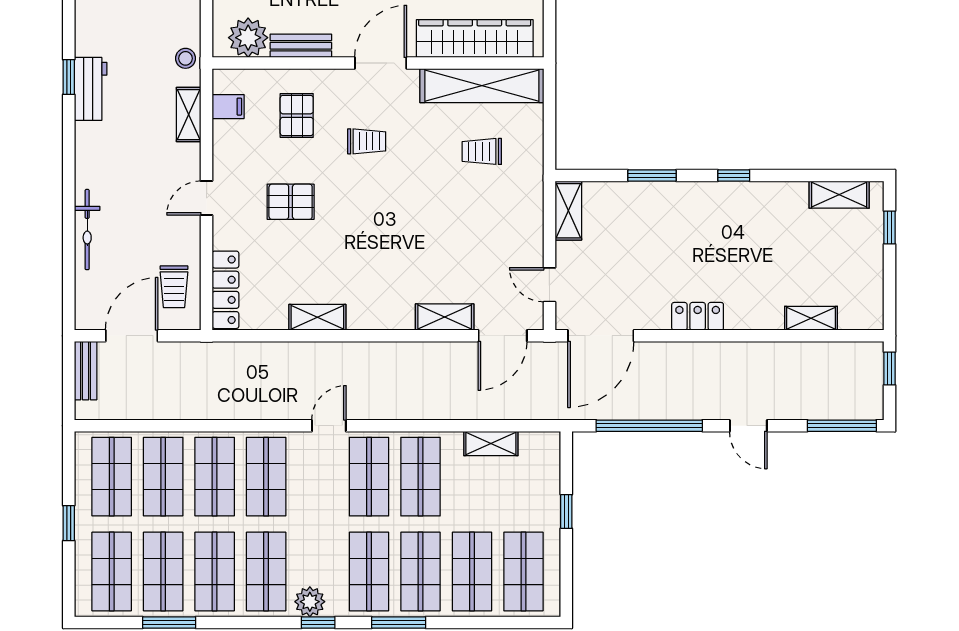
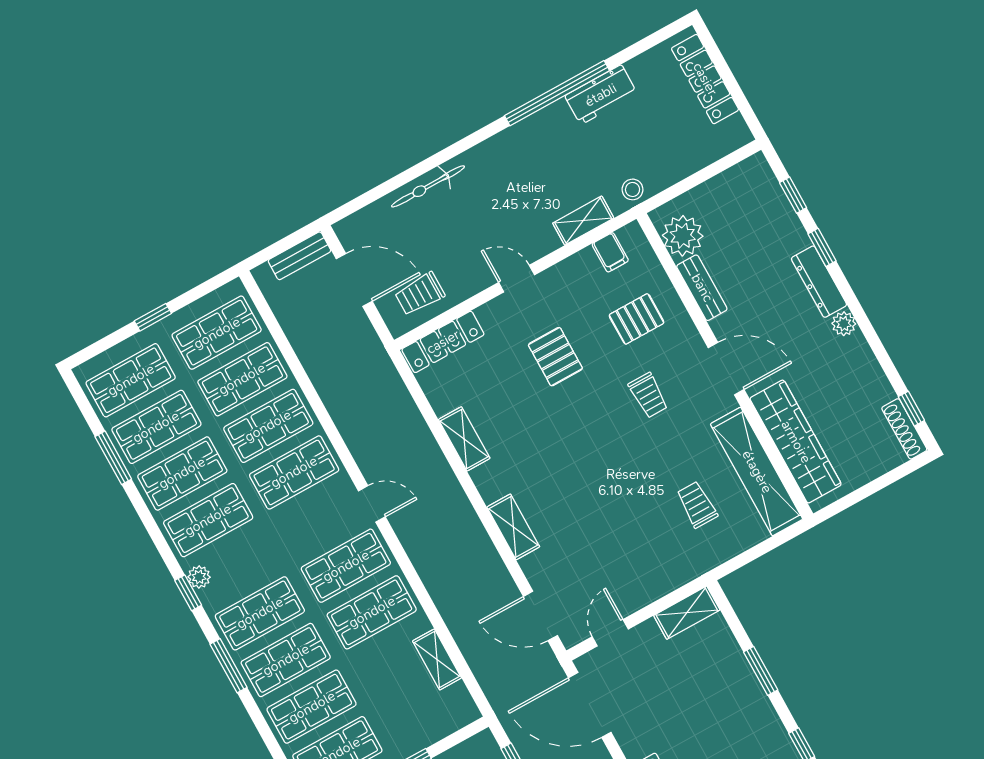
window: (69, 77) -> (557, 93), width x3.17
workbench: (91, 89) -> (601, 95), moved
shelving: (445, 317) -> (513, 527), moved
plant: (310, 602) -> (199, 577), width x0.73, depth x0.73

